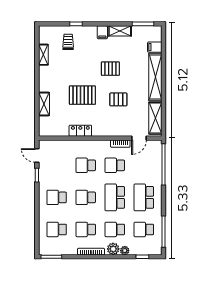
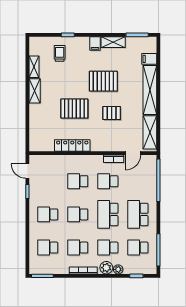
pallet: (110, 69) -> (103, 81), width x1.50, depth x1.42
shelving: (44, 104) -> (35, 91), moved
locker: (80, 131) -> (72, 145), width x1.53

